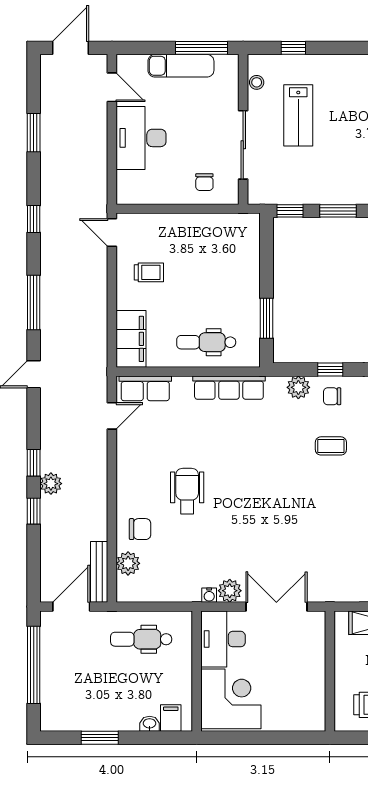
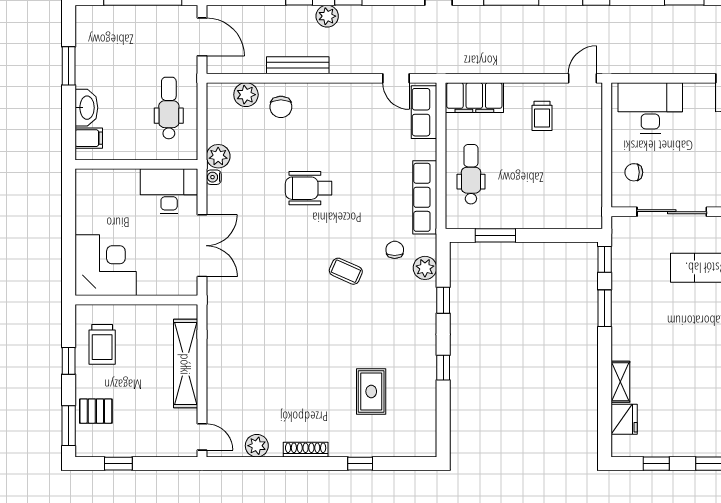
desk: (141, 138) -> (650, 108), moved
chair: (332, 396) -> (395, 250), moved
coffee table: (331, 446) -> (346, 271), moved, turned -66
wheelchair: (187, 491) -> (309, 188), moved, turned 180
bench: (99, 572) -> (298, 65), moved
plant: (230, 591) -> (218, 156), moved
corner desk: (231, 699) -> (106, 265), moved, turned -90
washbasin: (150, 724) -> (86, 108), width x1.91, depth x1.45

